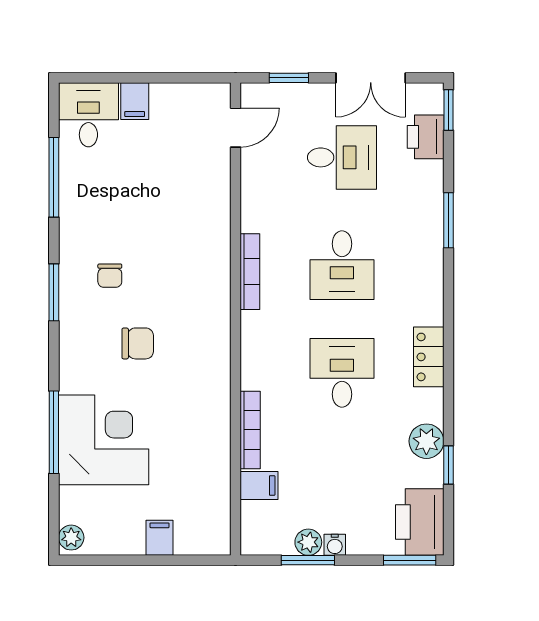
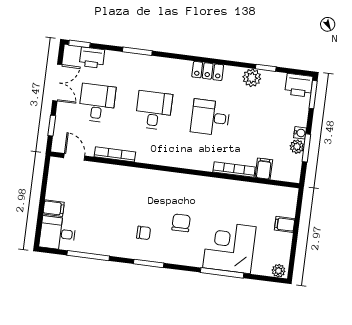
desk: (342, 265) -> (154, 110), turned -90
bookcase: (250, 272) -> (115, 154), moved
printer: (420, 522) -> (299, 85), width x0.73, depth x0.84

